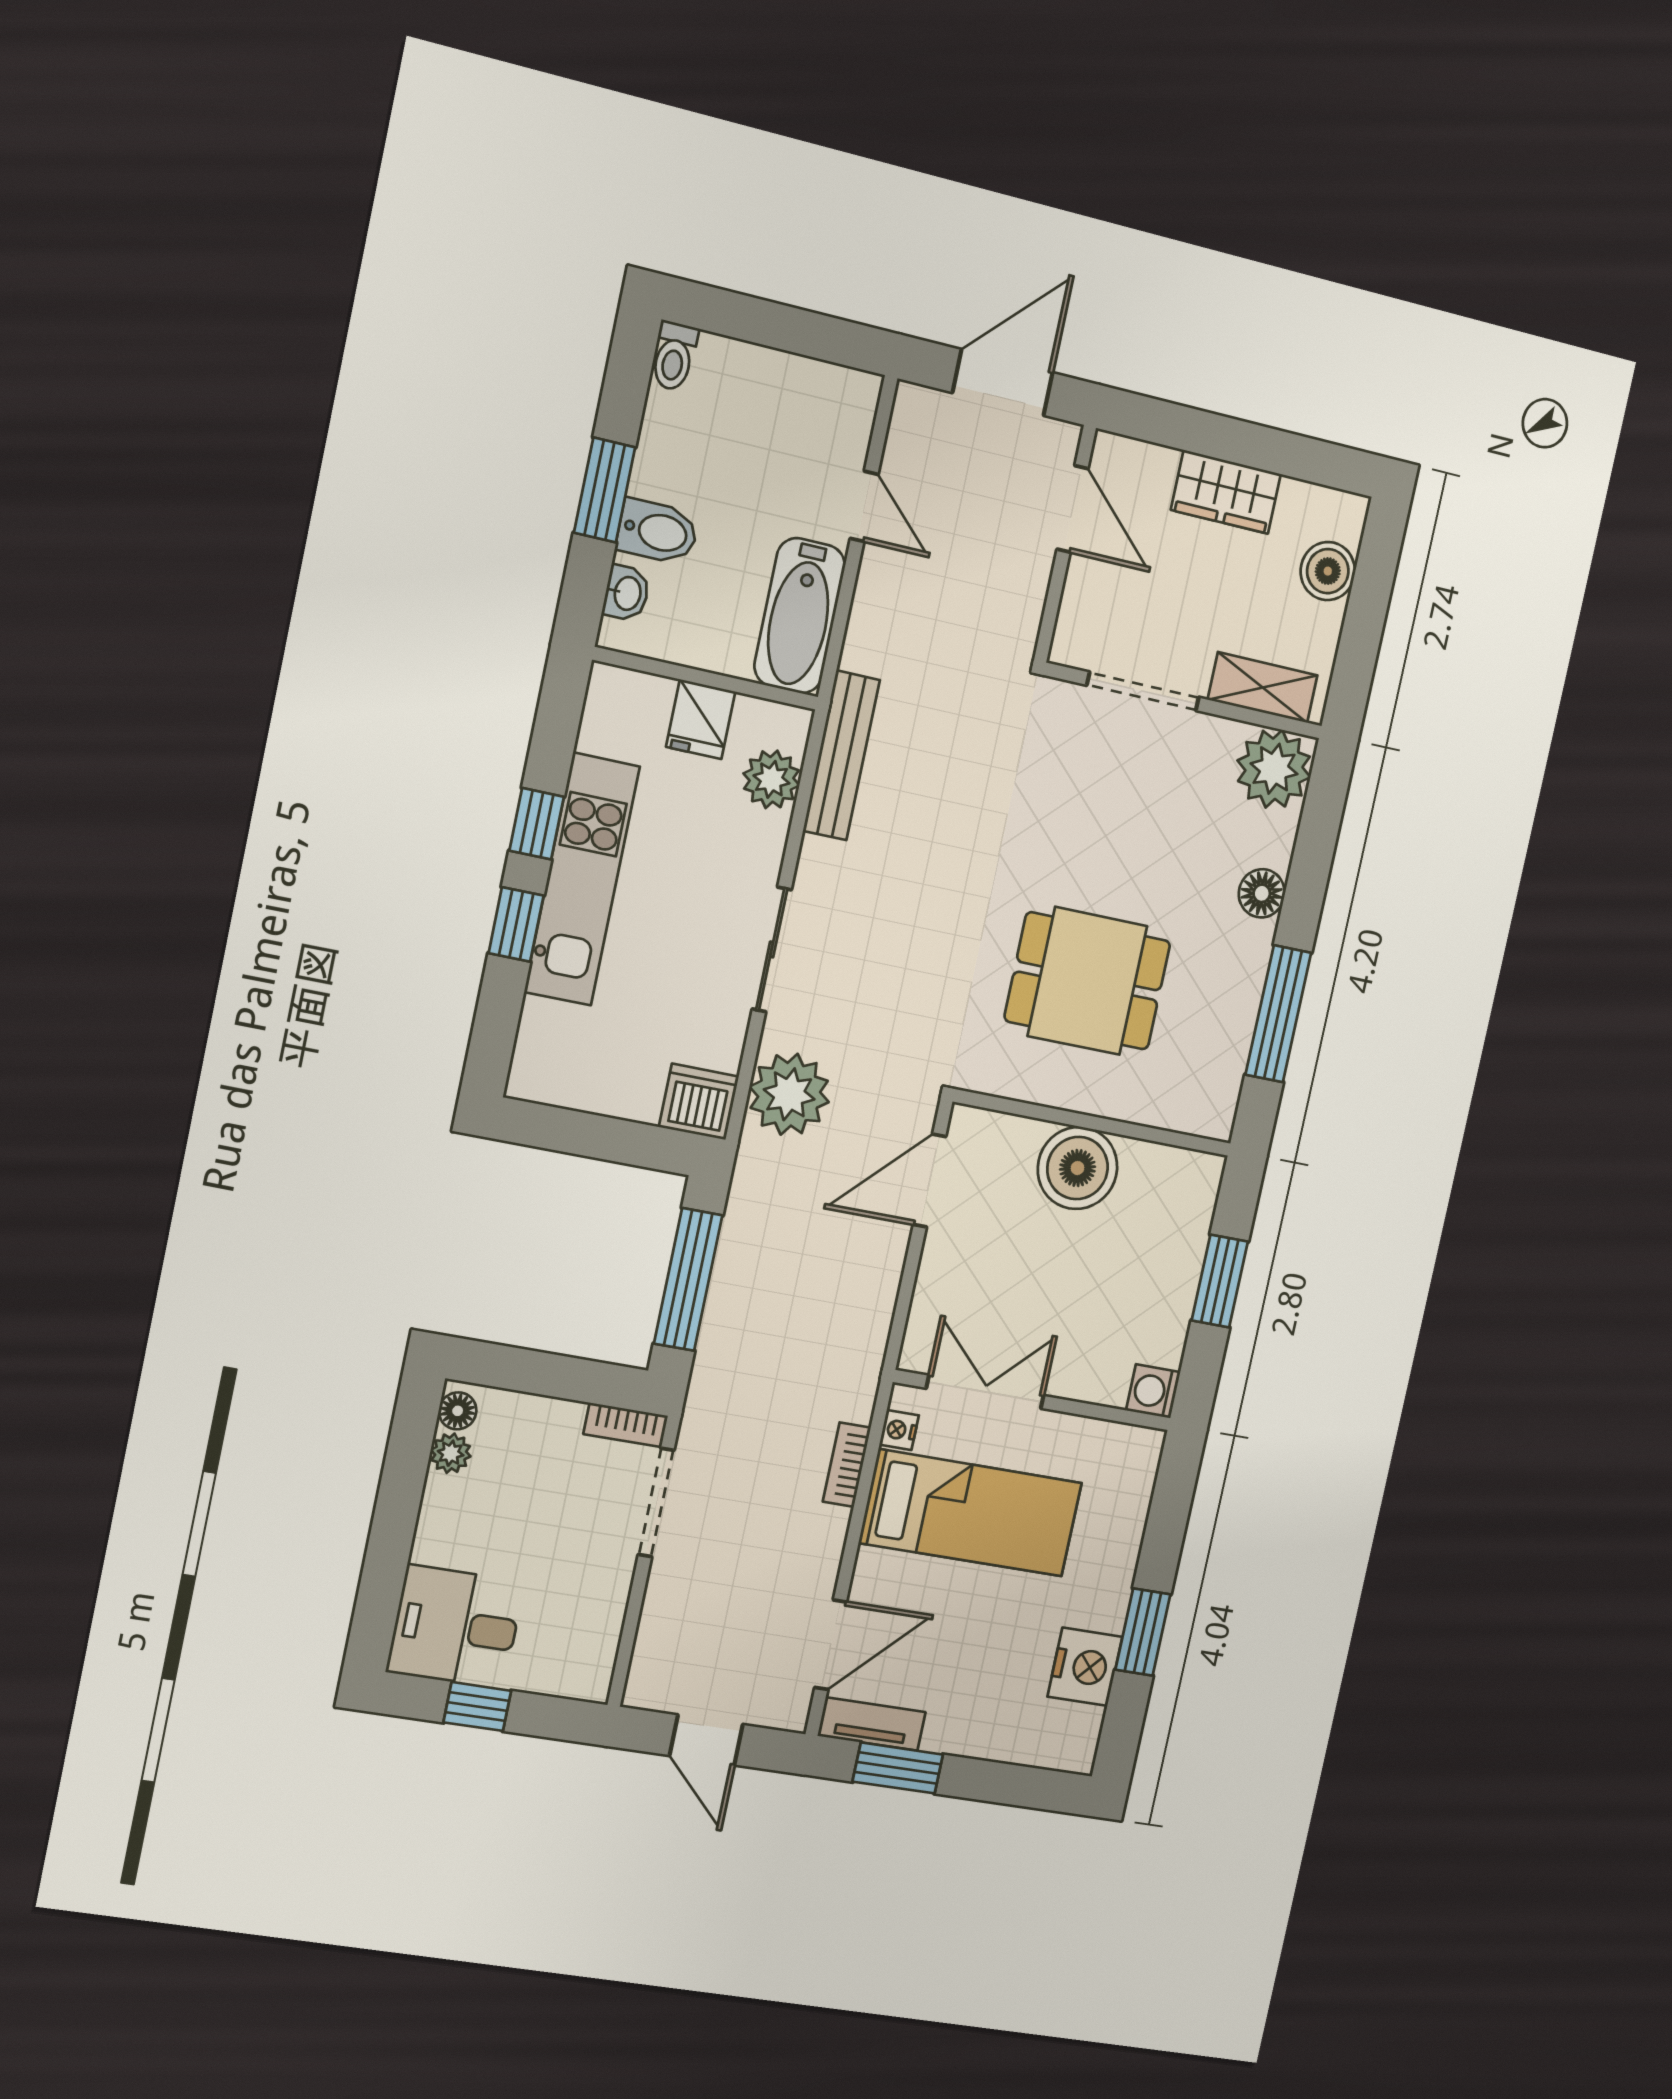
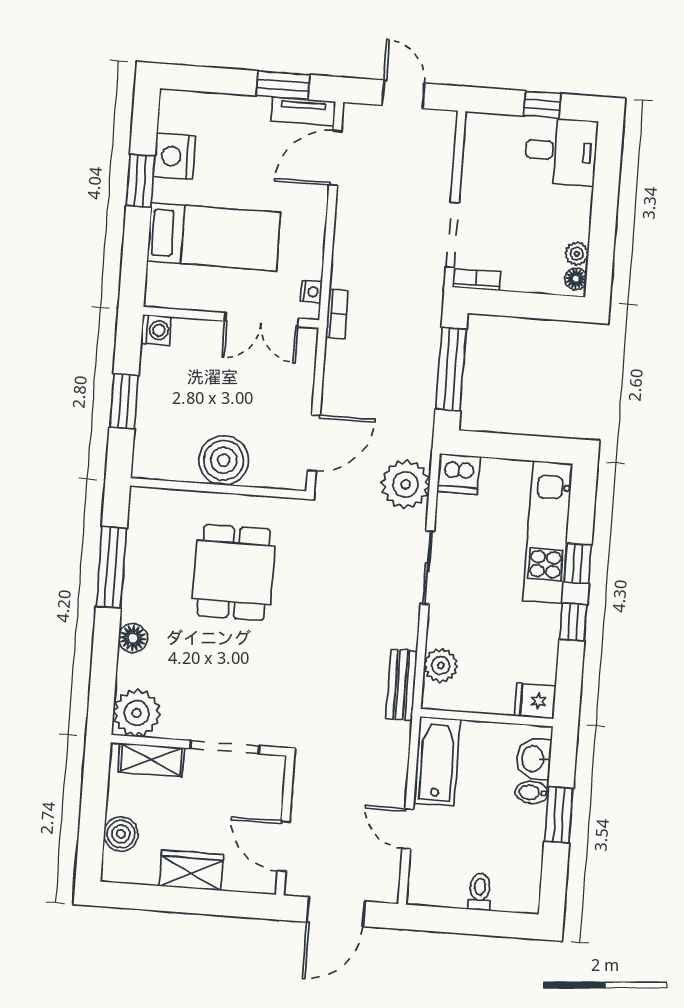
toilet: (674, 356) -> (480, 892), moved
bidet: (657, 532) -> (532, 792), width x0.72, depth x0.74
washbasin: (626, 593) -> (534, 759), width x1.38, depth x1.45
fridge: (701, 719) -> (535, 701), moved, turned -90
bench: (841, 755) -> (401, 685), width x0.73
kitchen unit: (582, 879) -> (548, 532), moved
dining table: (1087, 981) -> (234, 572), turned 90
bookcase: (847, 1465) -> (337, 314), moved
bed: (971, 1513) -> (214, 237), moved, turned 180

